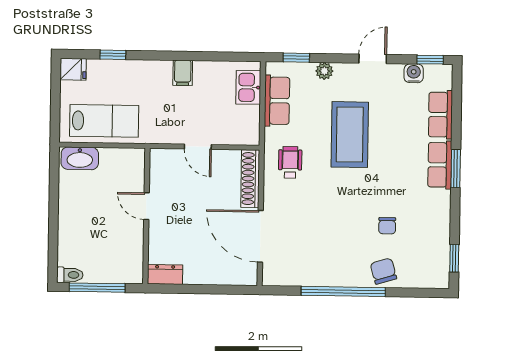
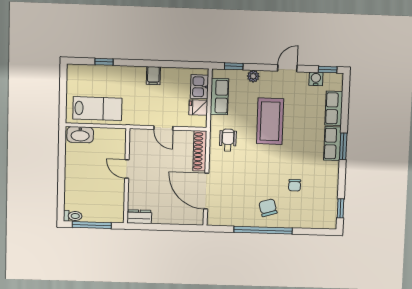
fridge: (73, 69) -> (198, 108), moved, turned 180
chair: (383, 271) -> (268, 208), moved

